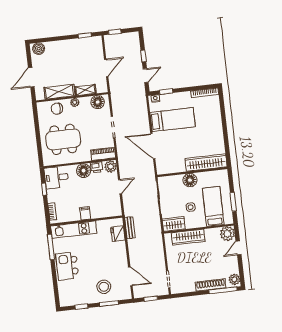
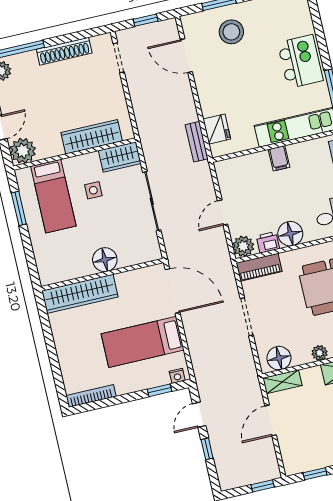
shelving: (85, 90) -> (282, 382), moved
wardrobe: (206, 163) -> (80, 294), moved
wall: (192, 172) -> (102, 275), moved
floor lamp: (190, 180) -> (105, 260), moved
shoe rack: (211, 285) -> (64, 51), moved

